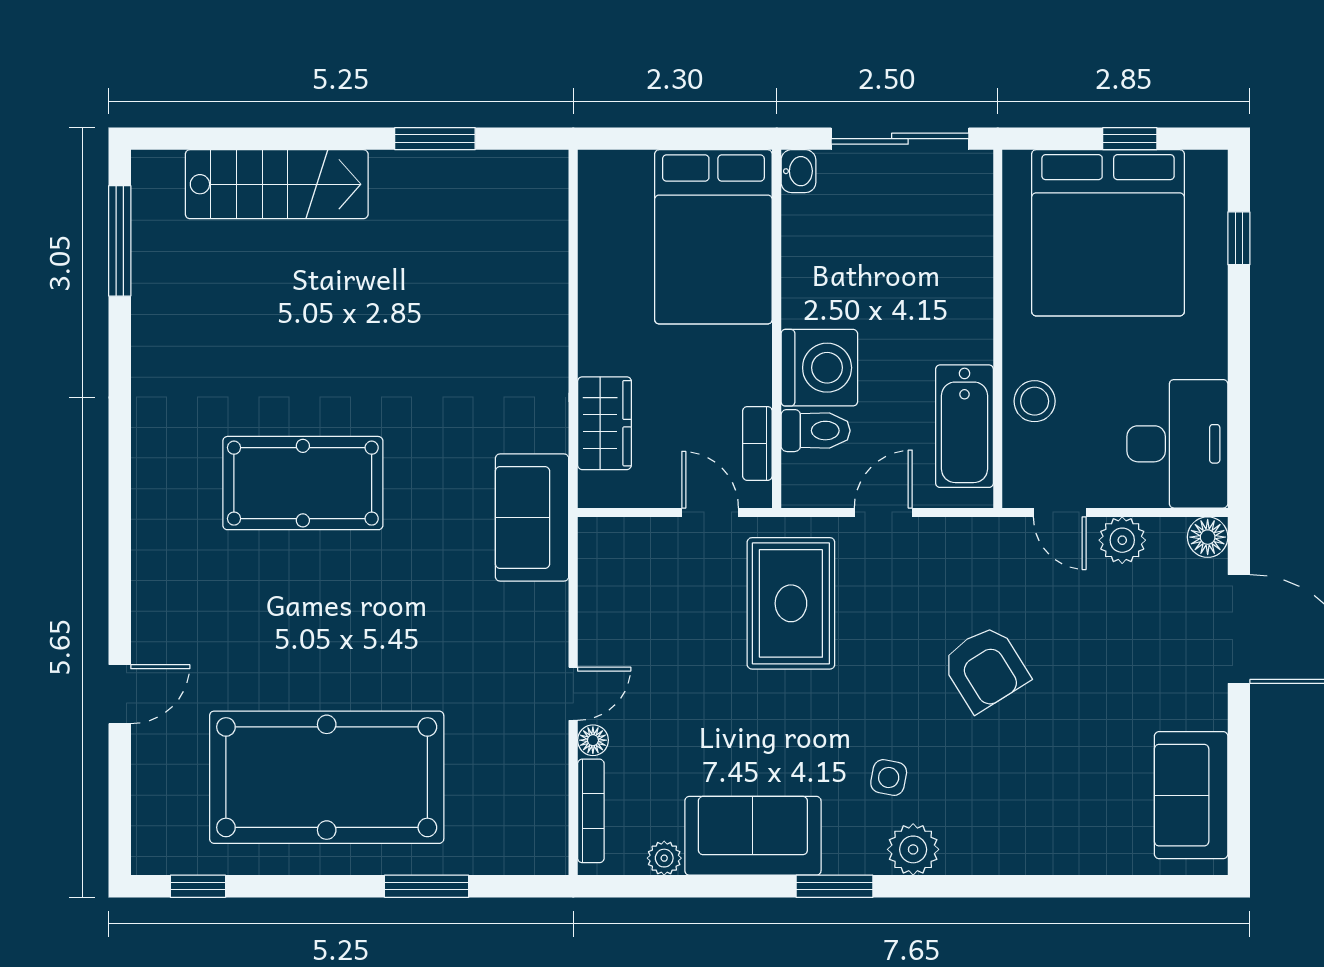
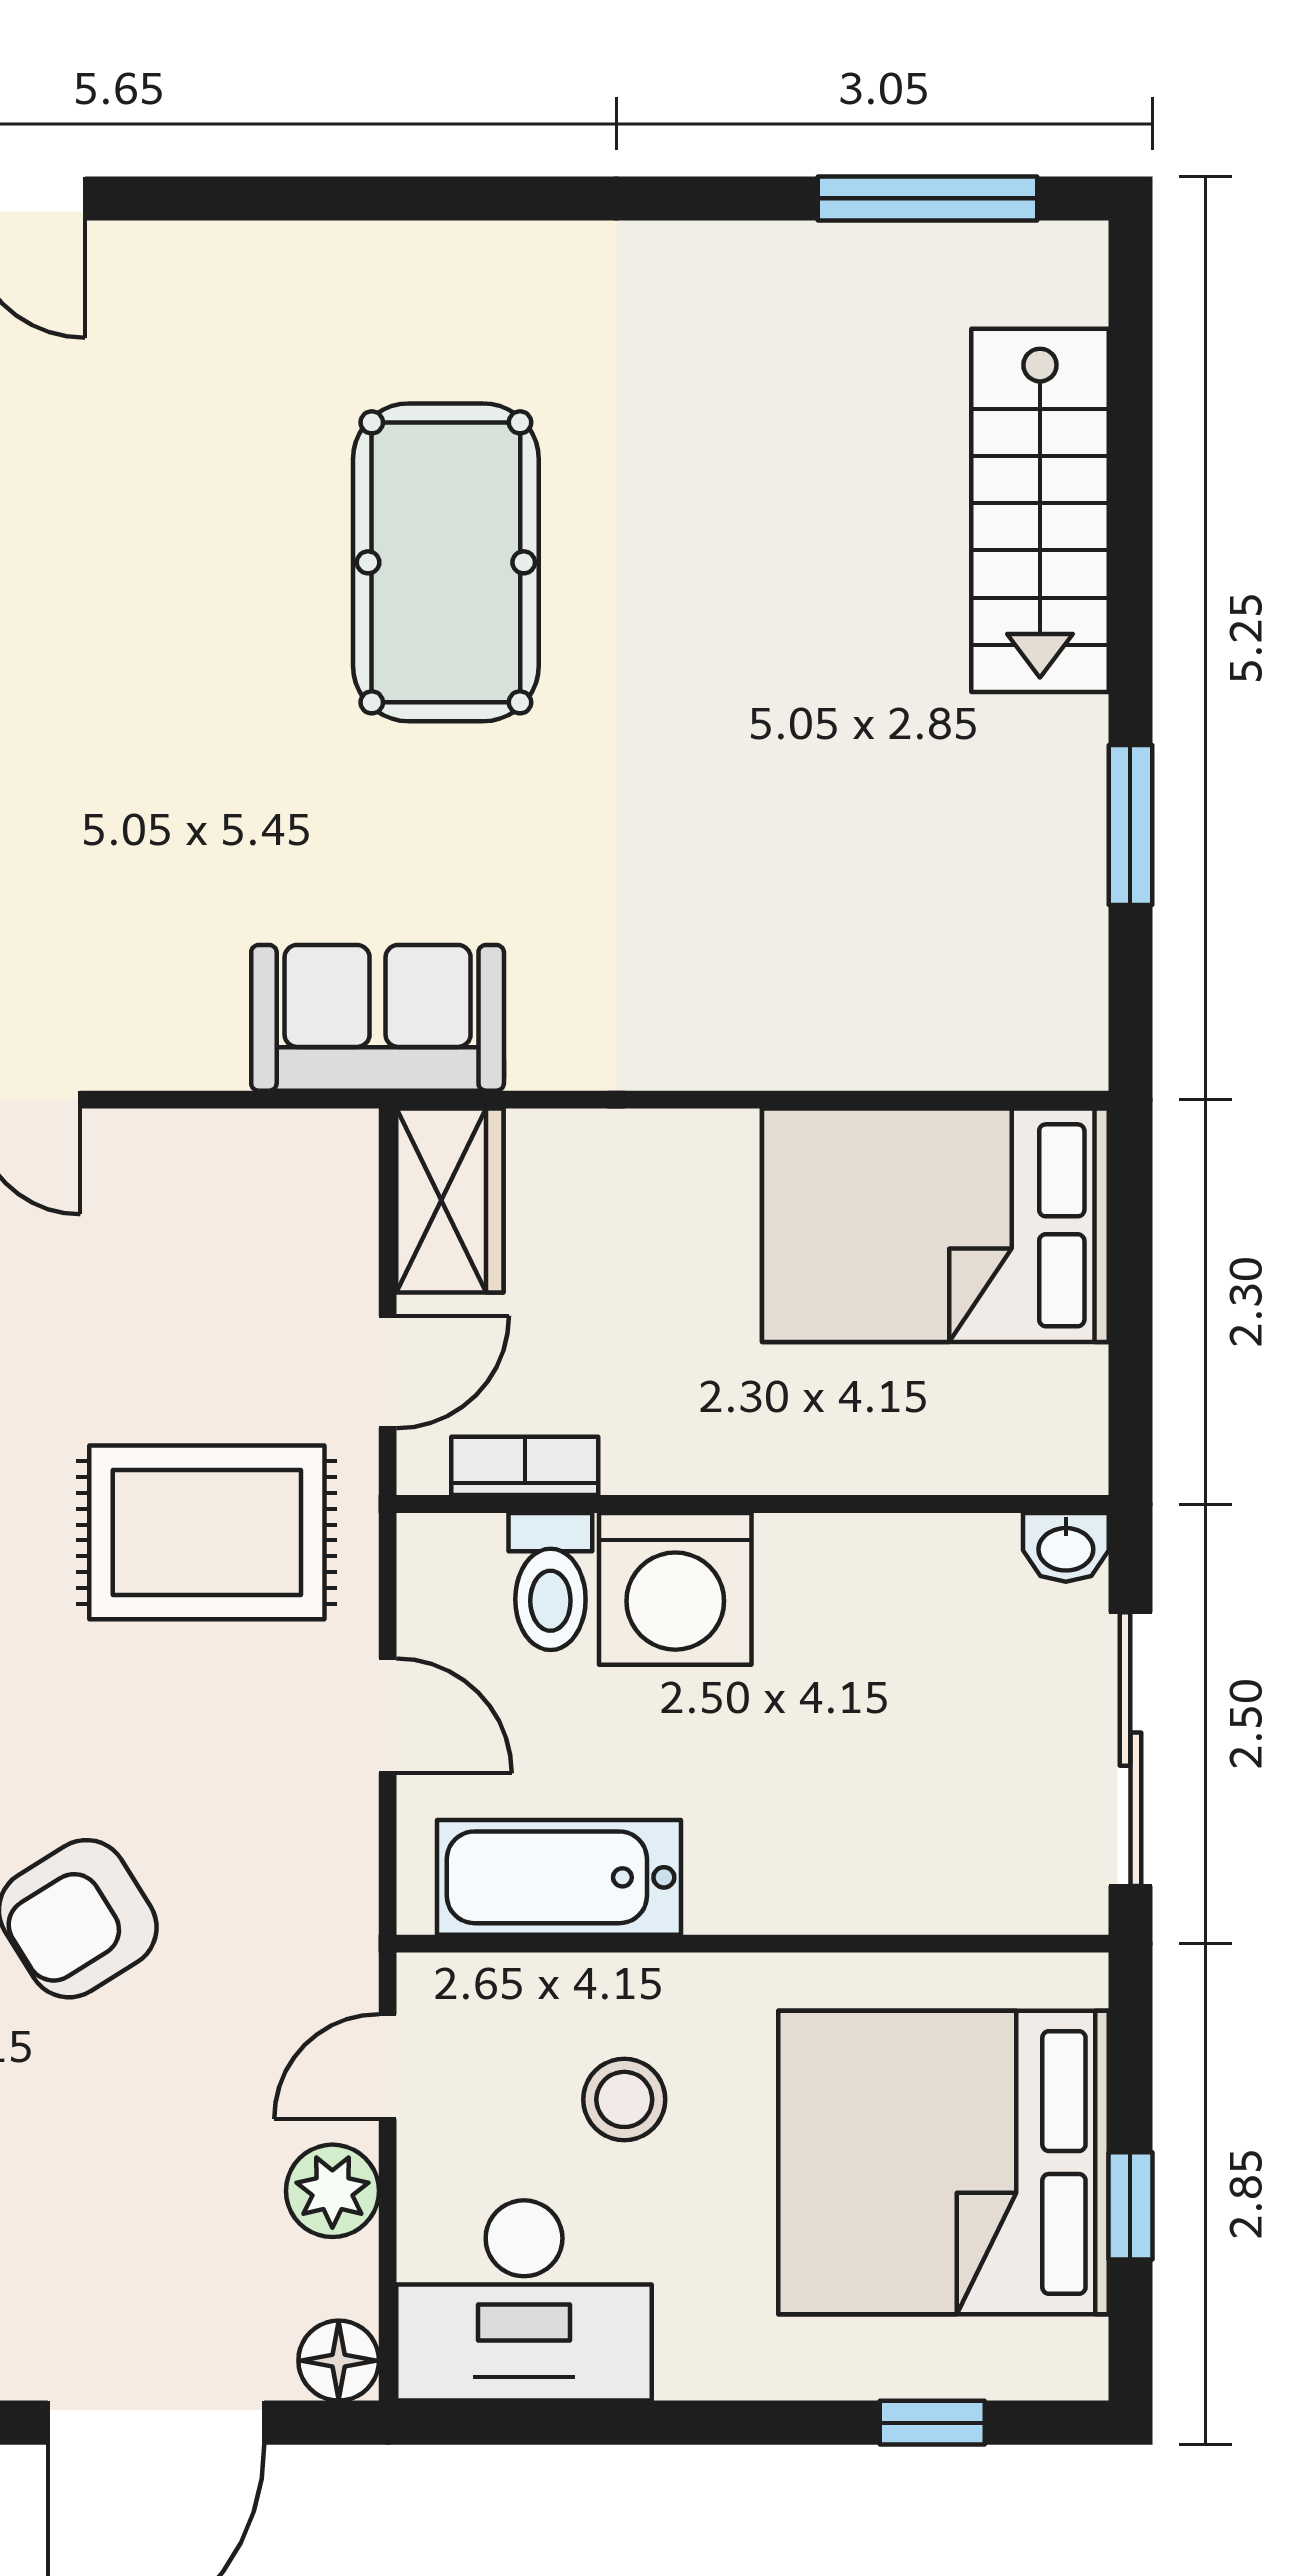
bed: (713, 237) -> (935, 1225), moved
stool: (1035, 401) -> (624, 2099), moved
wardrobe: (604, 423) -> (450, 1201), moved, turned -90

